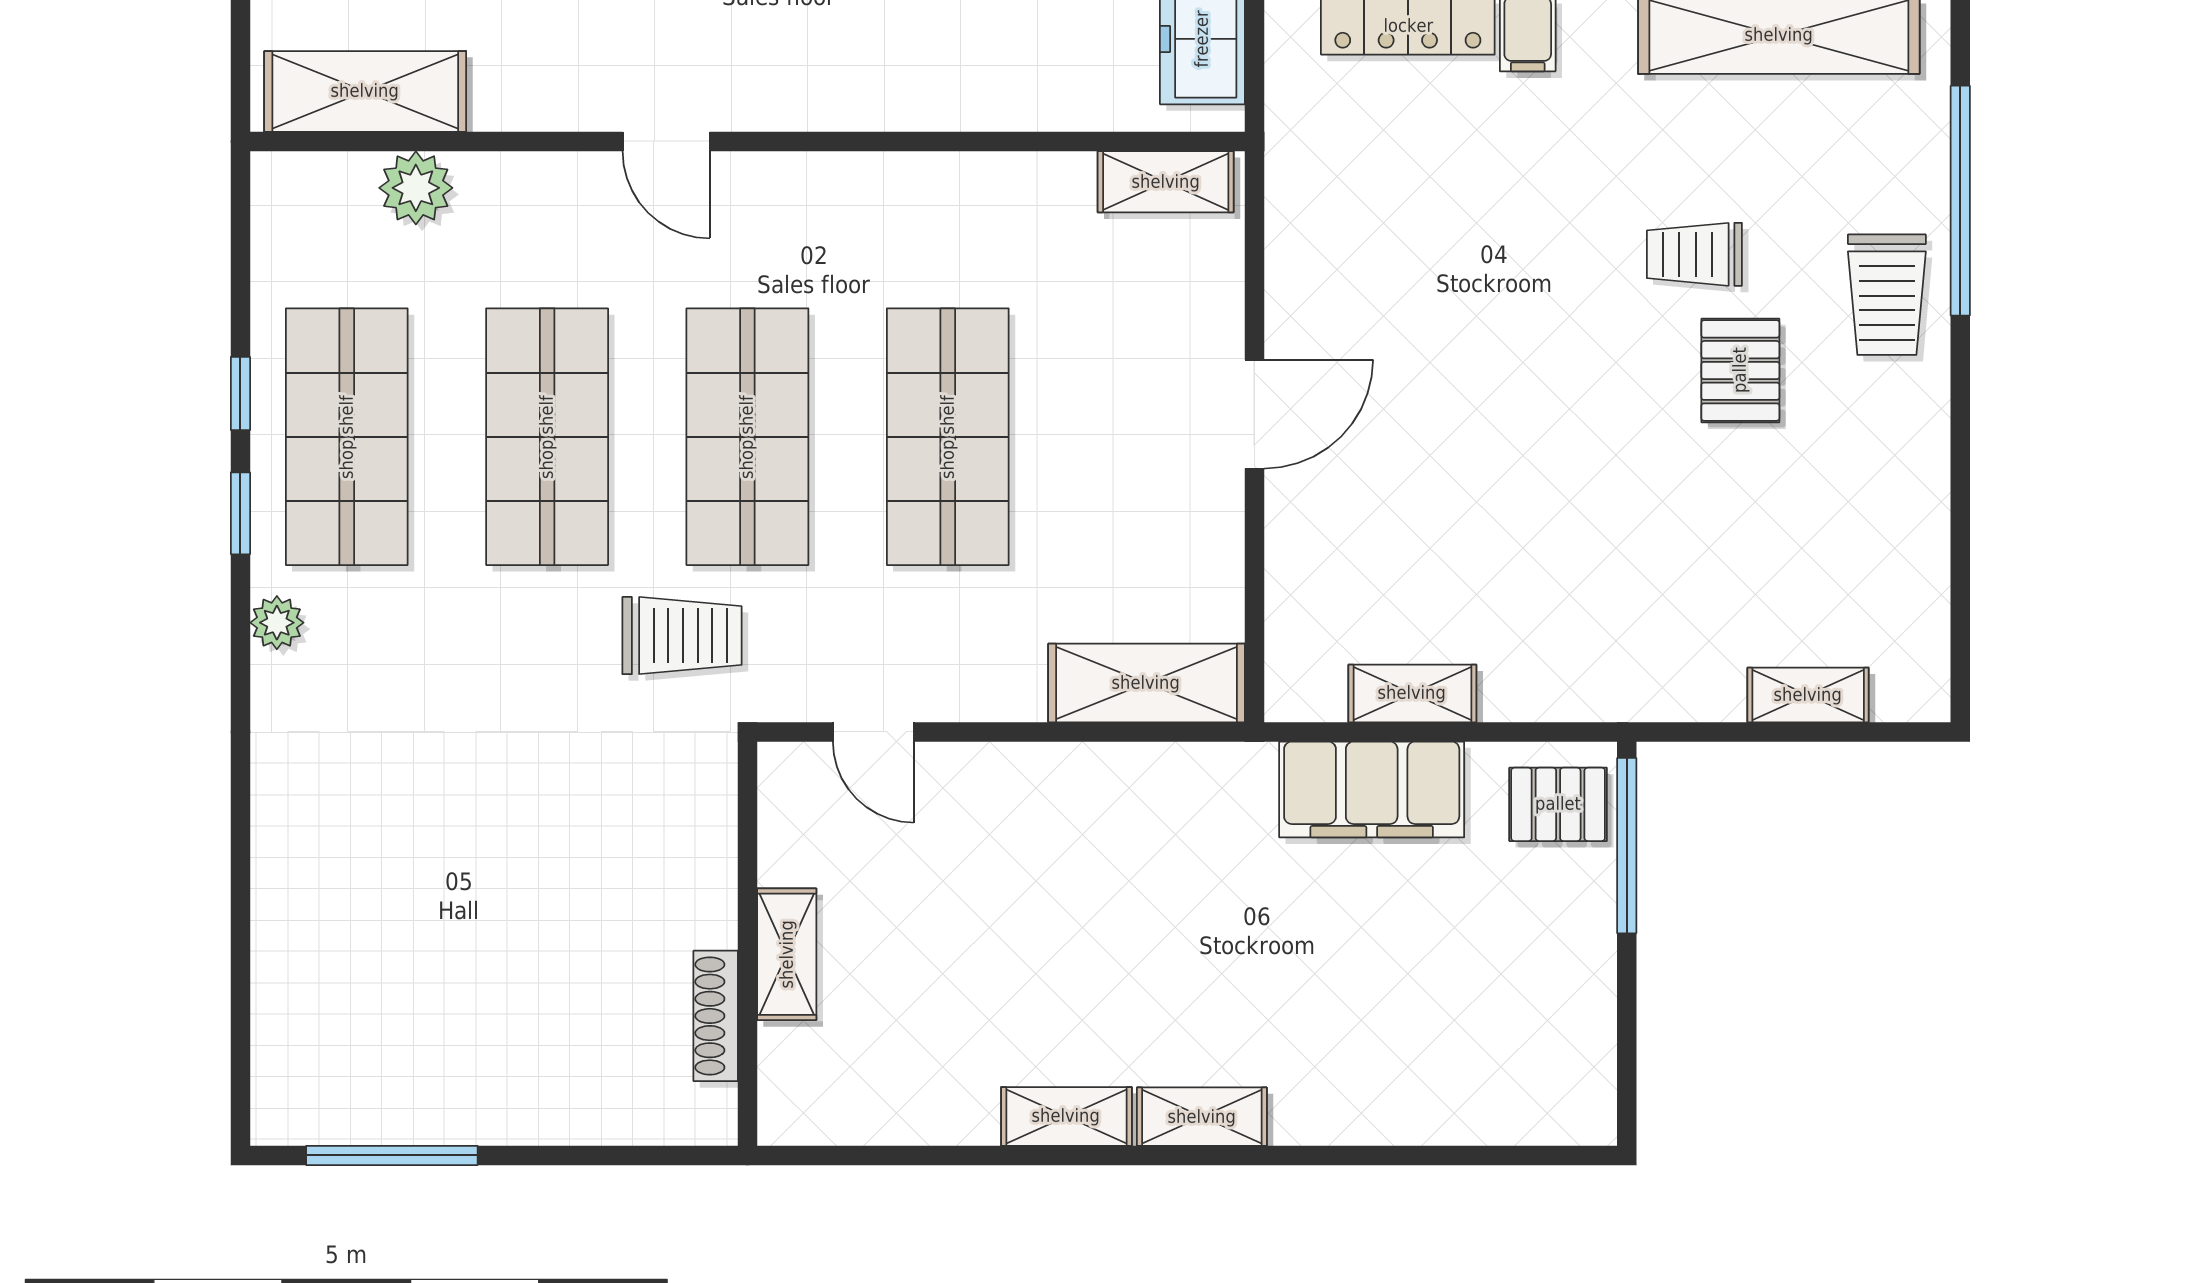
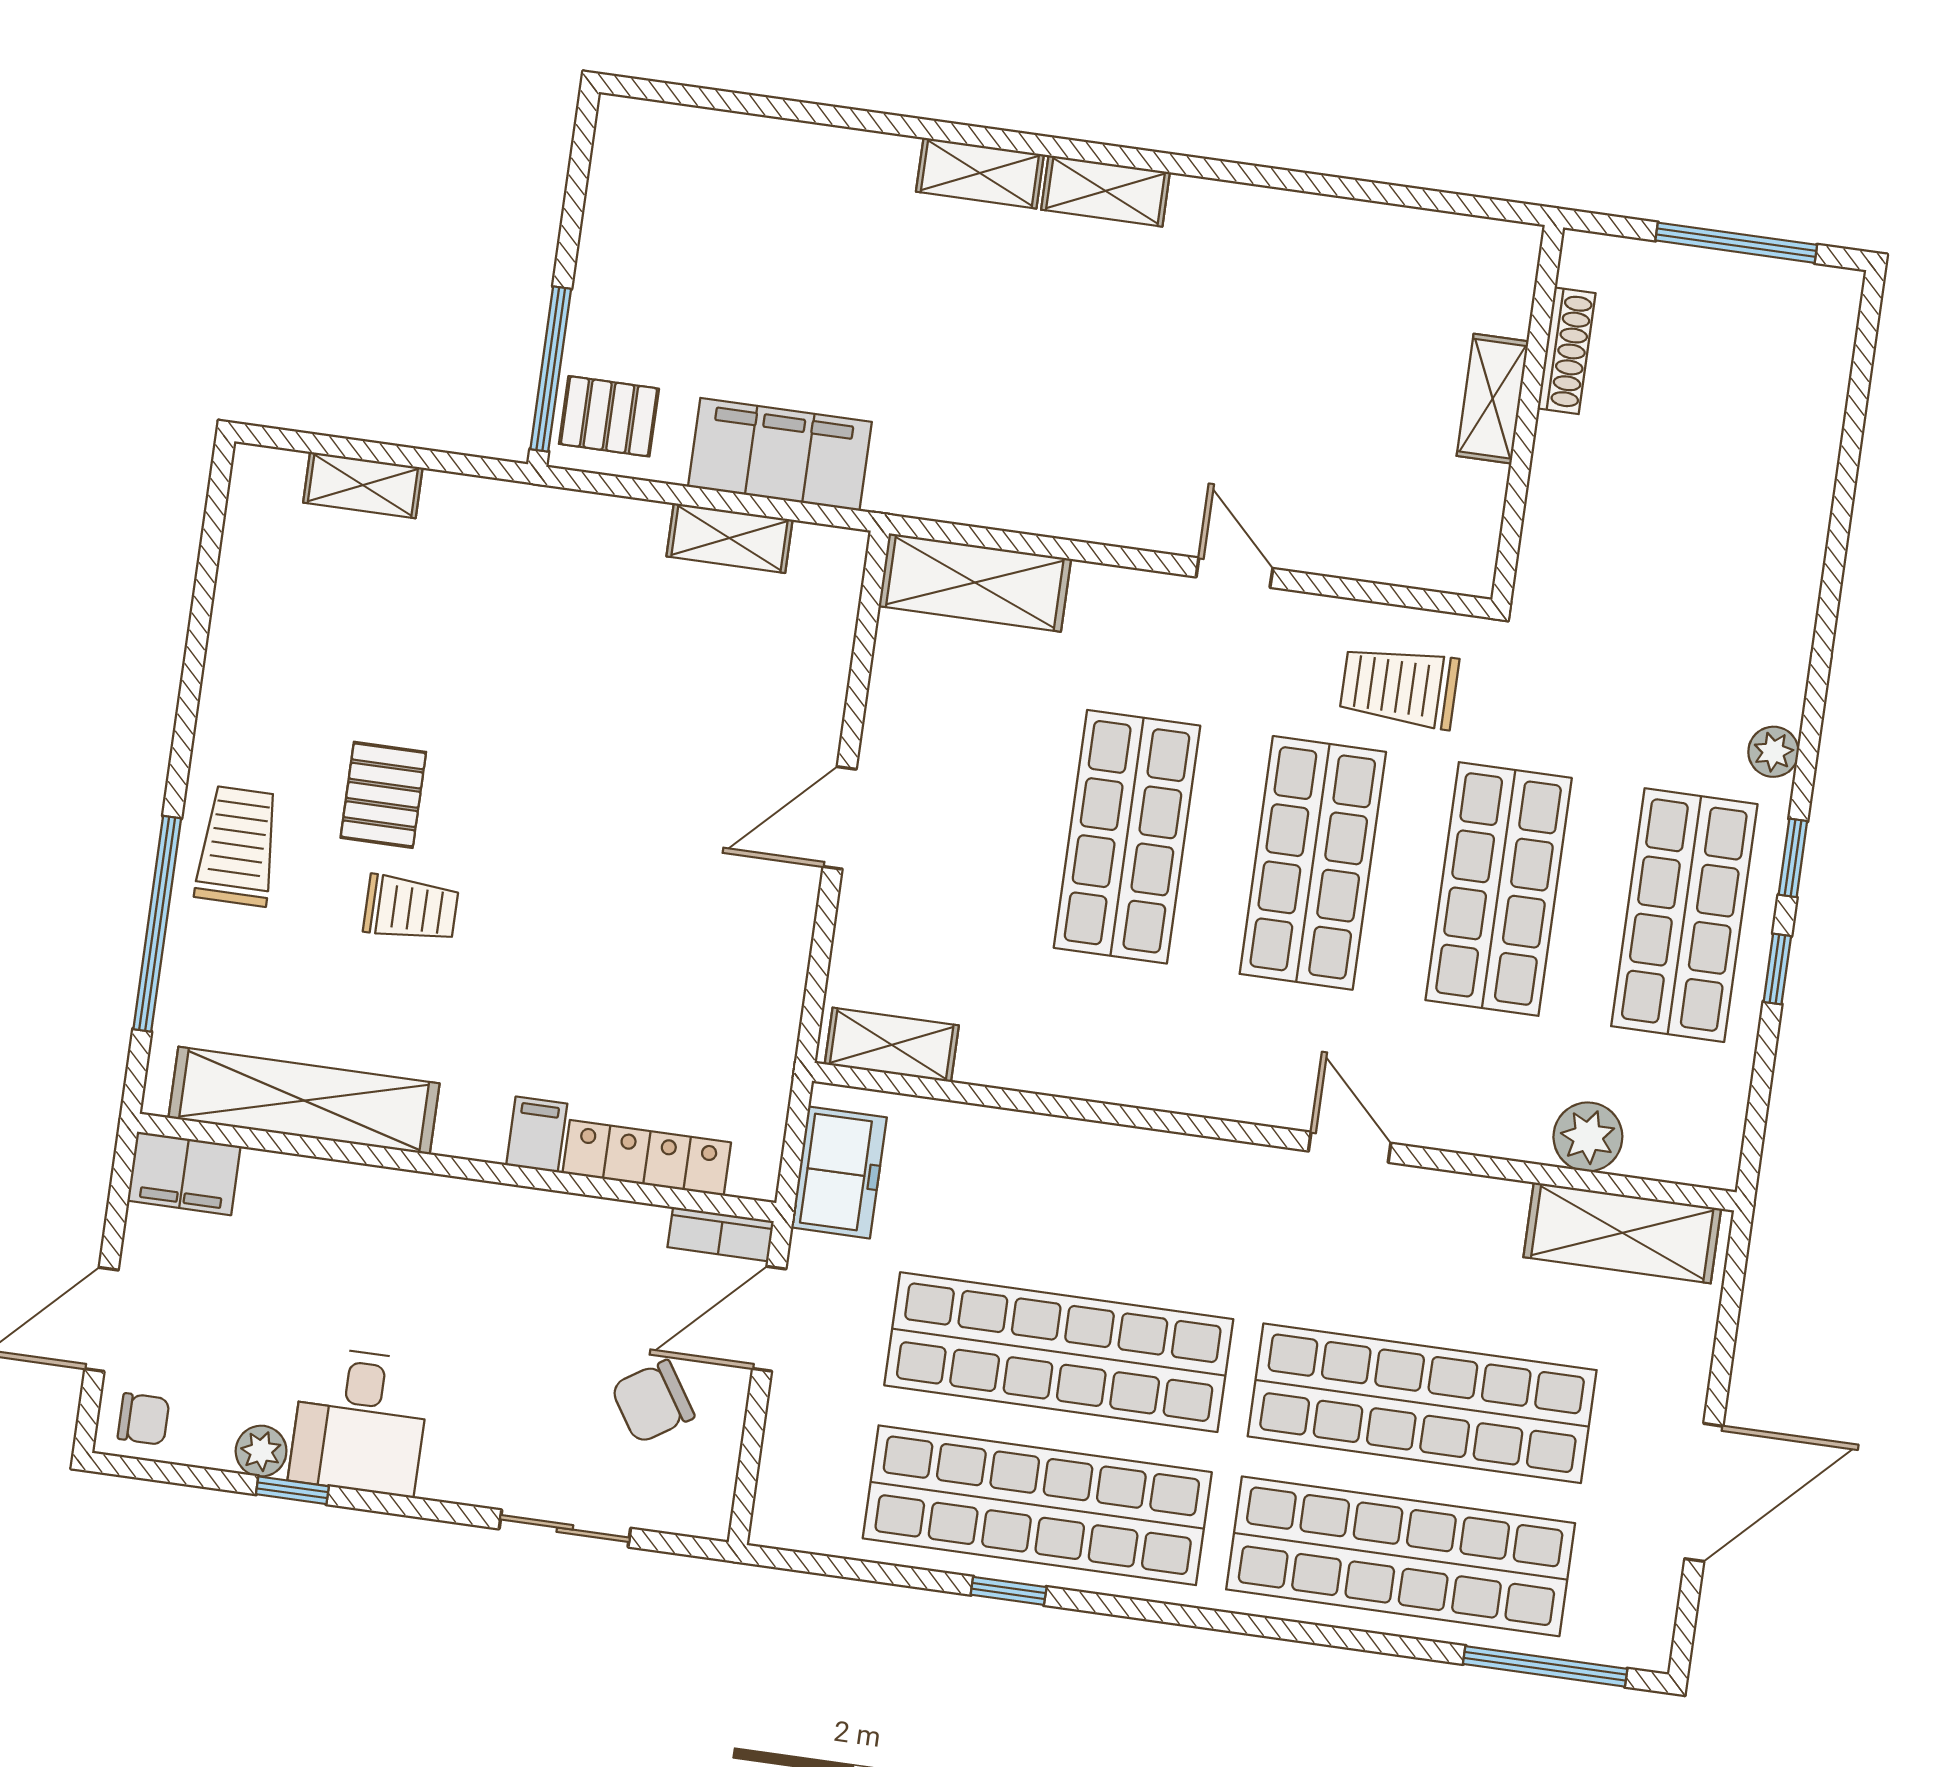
wall: (747, 944) -> (1528, 414), moved
shelving: (787, 954) -> (1493, 399), moved
shoe rack: (716, 1016) -> (1567, 351), moved

